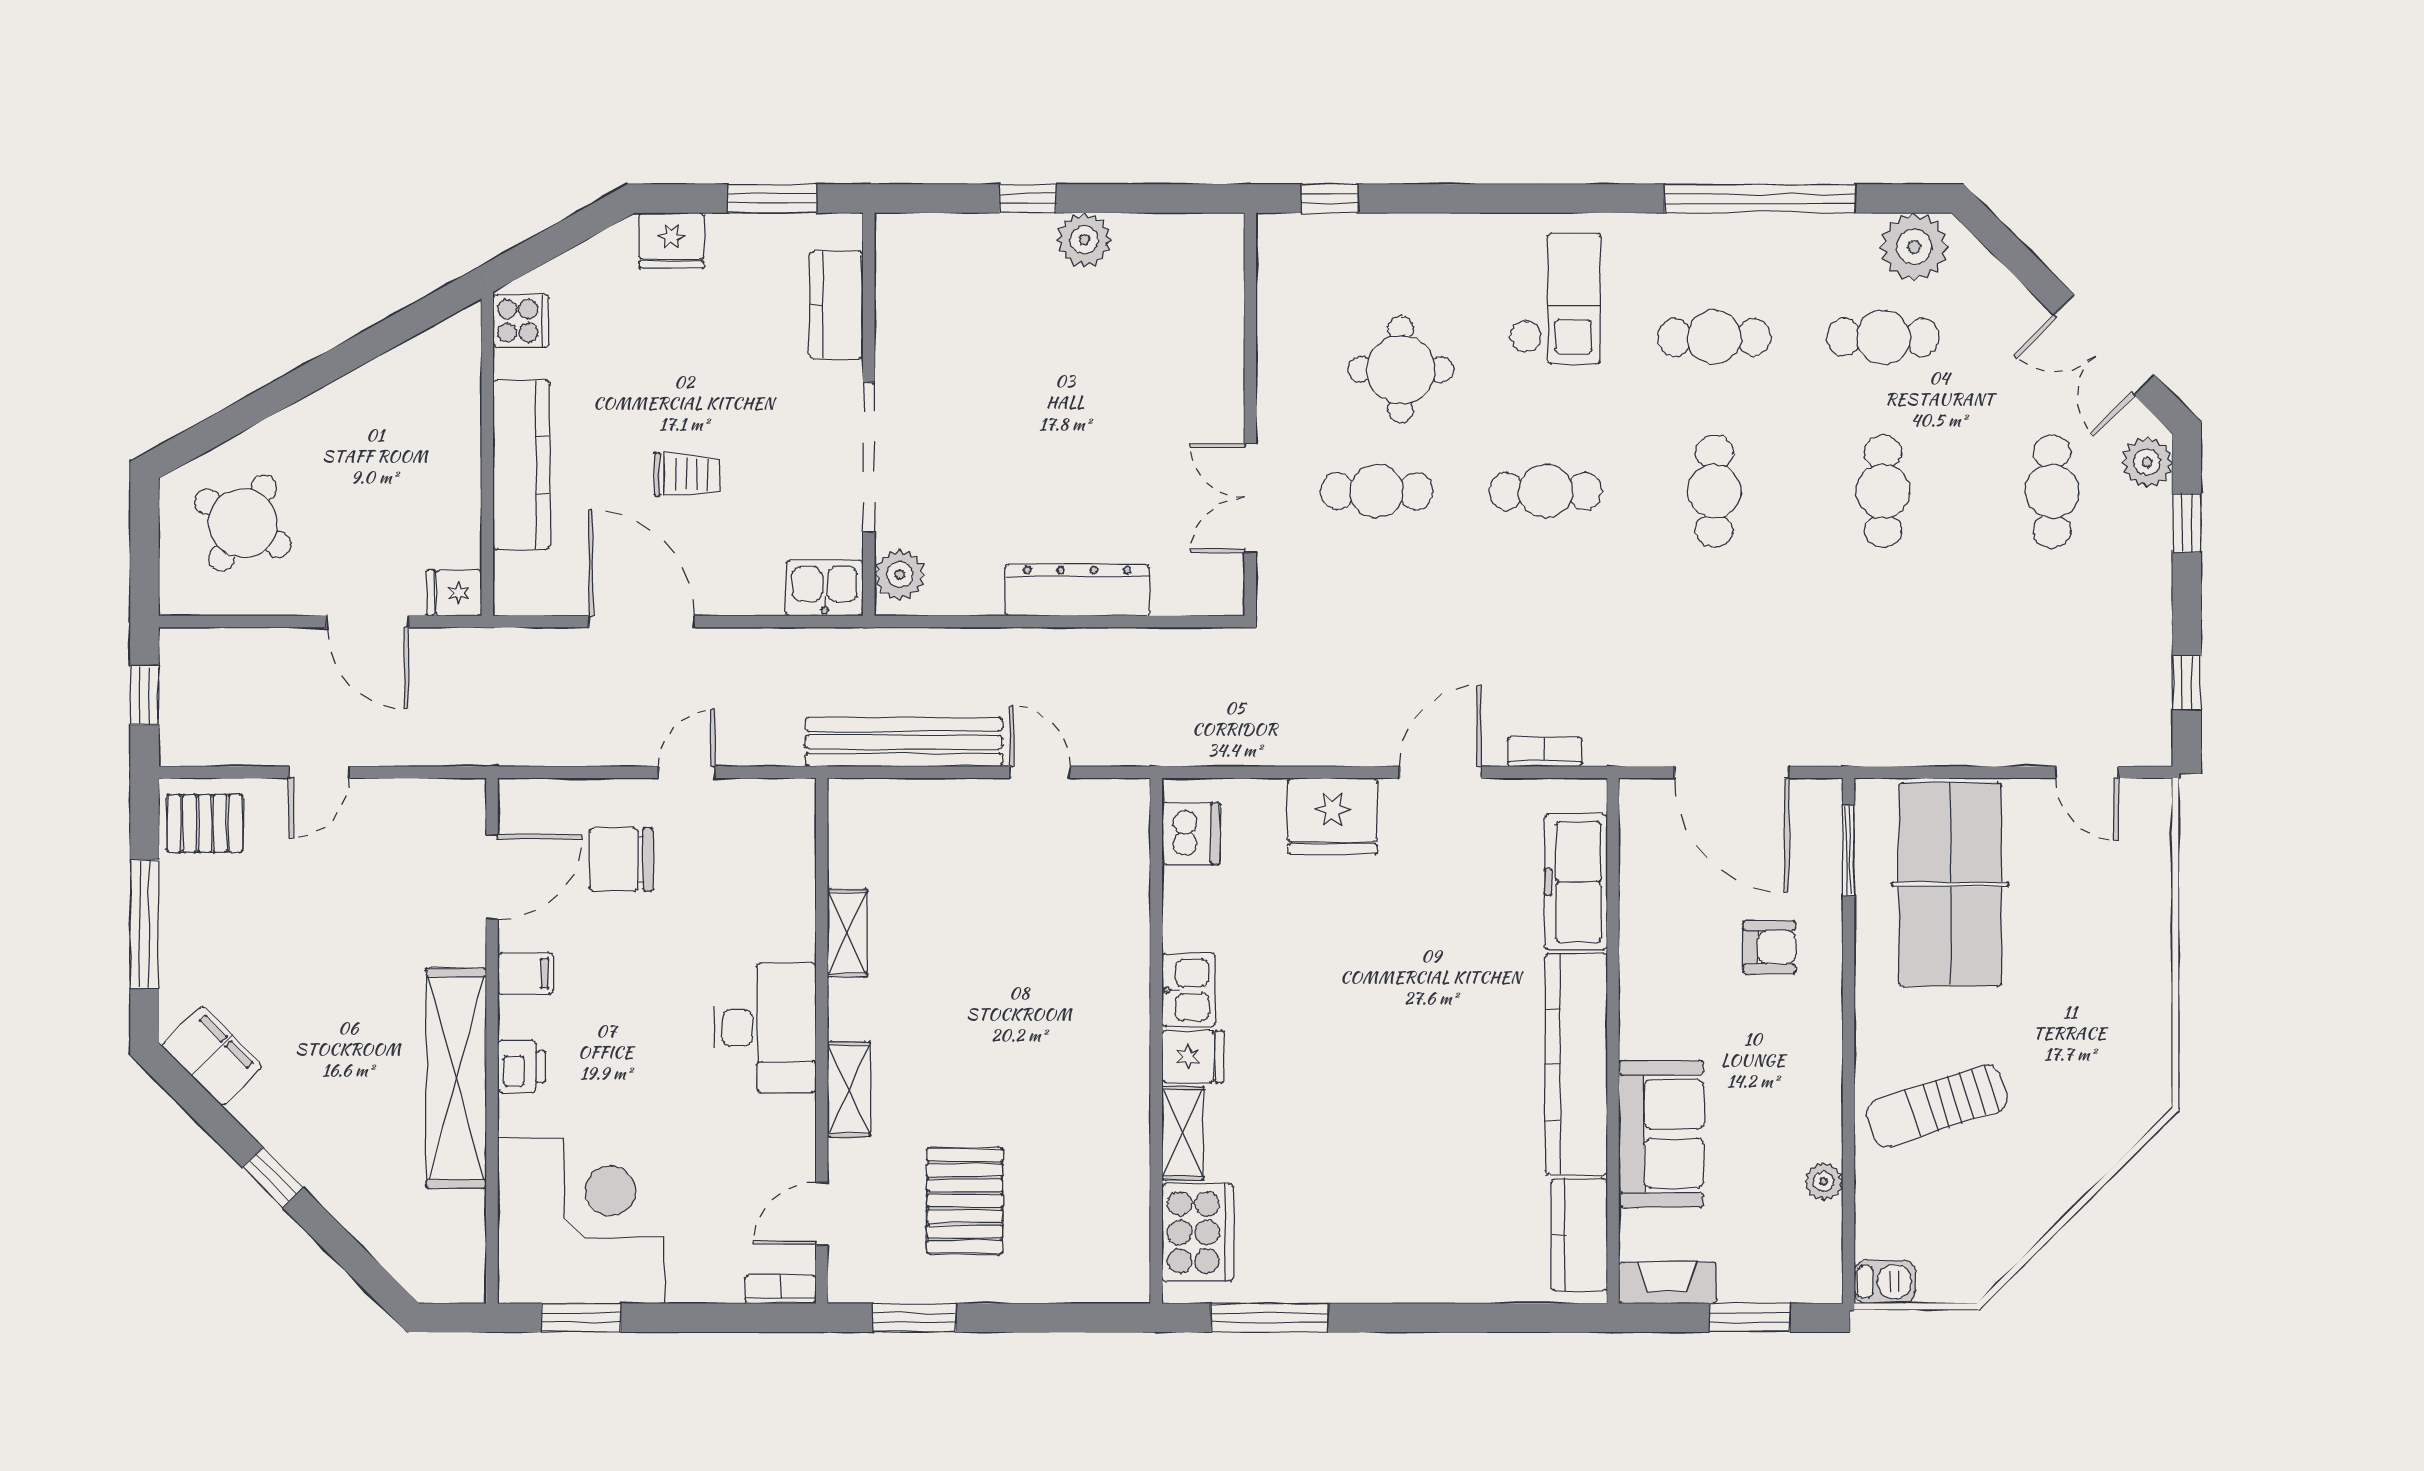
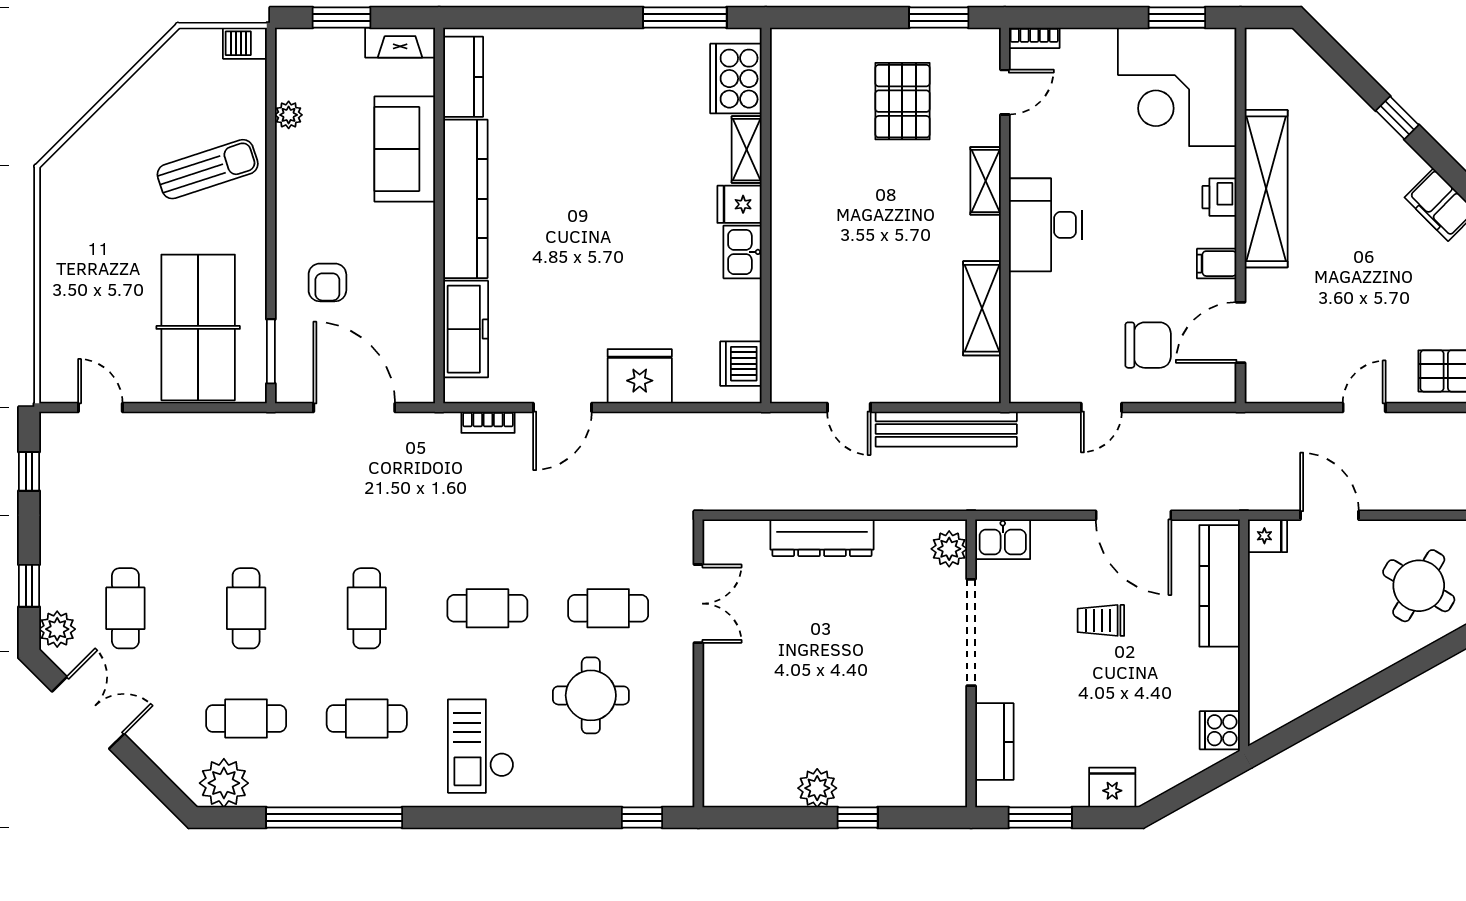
kitchen counter: (521, 465) -> (1220, 586), moved
shelving: (847, 933) -> (982, 308), width x1.50, depth x1.33
armchair: (1769, 947) -> (327, 282), turned -90

